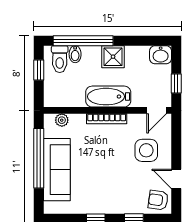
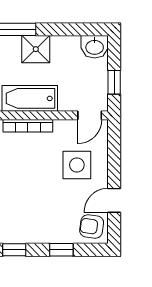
door: (176, 179) -> (114, 200), hinge flipped

